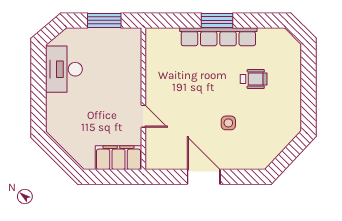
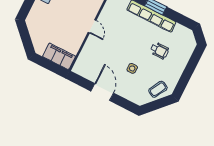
door: (143, 116) -> (92, 26), moved
coffee table: (279, 134) -> (158, 89), added

